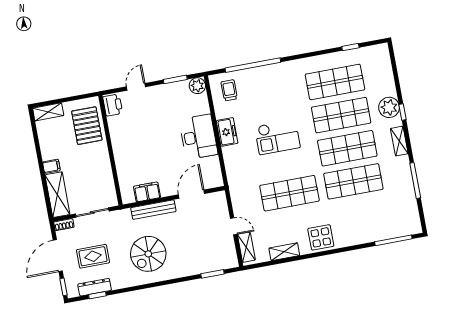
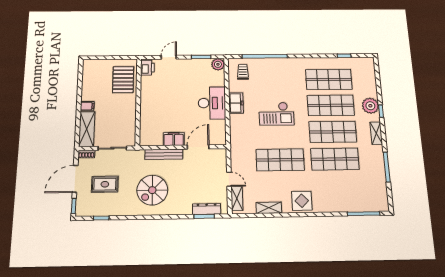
shelving: (48, 112) -> (95, 64), removed
filing cabinet: (147, 192) -> (174, 139), moved
dresser: (95, 287) -> (207, 209), moved

